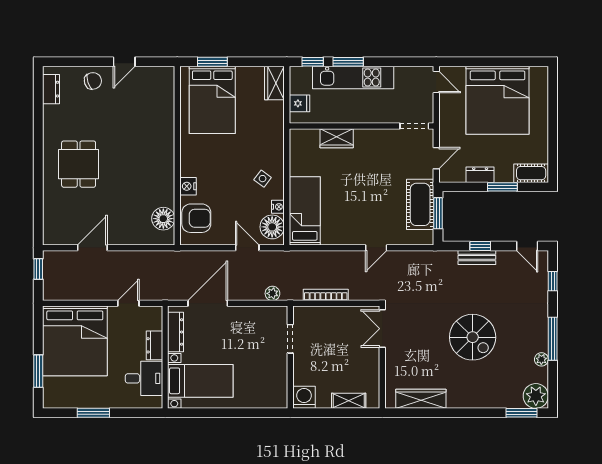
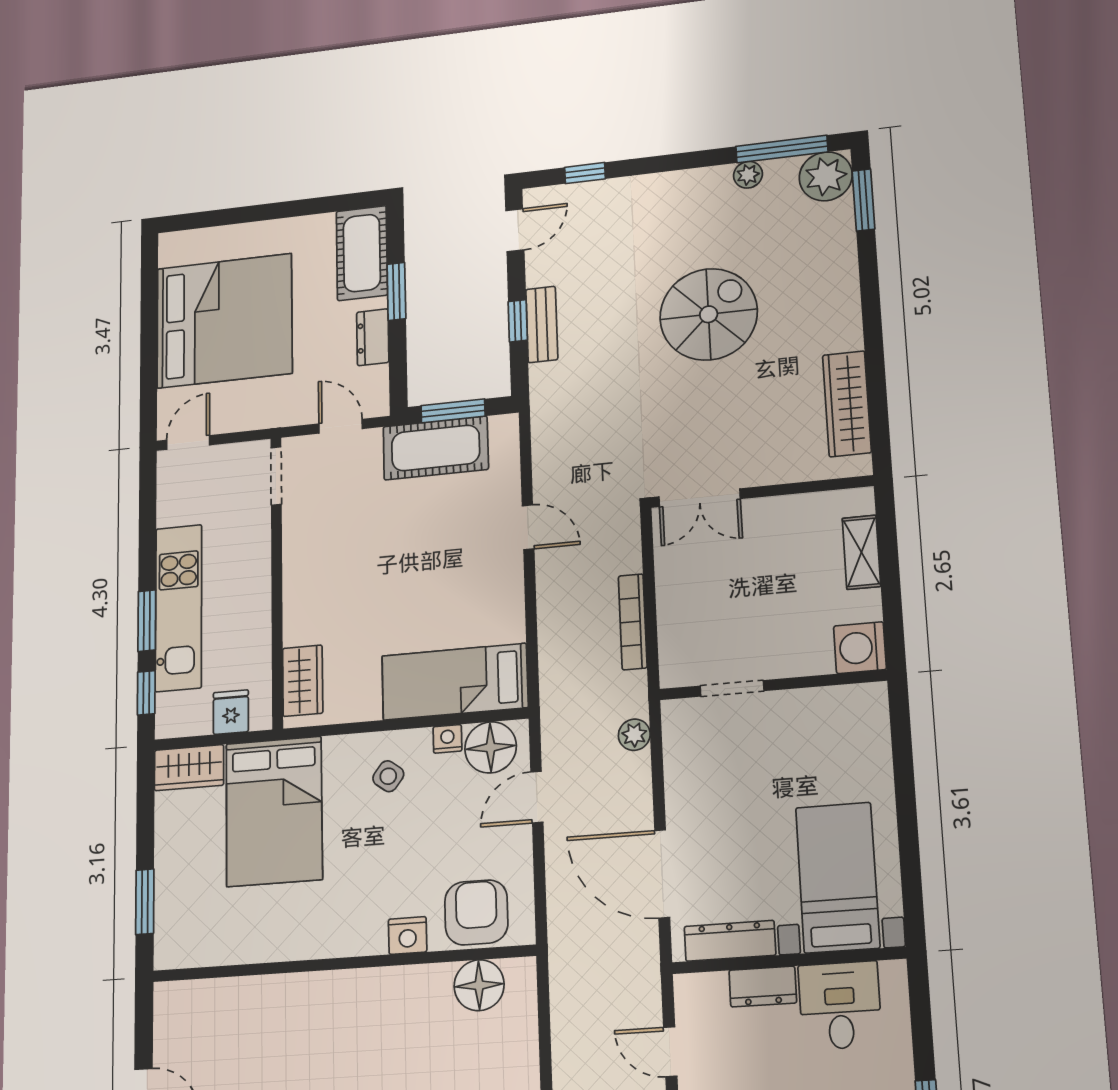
bed: (212, 100) -> (274, 811), moved, turned 90
wardrobe: (337, 138) -> (303, 681), moved
cot: (531, 173) -> (362, 253), width x1.37, depth x1.34
window: (553, 339) -> (782, 149), moved

